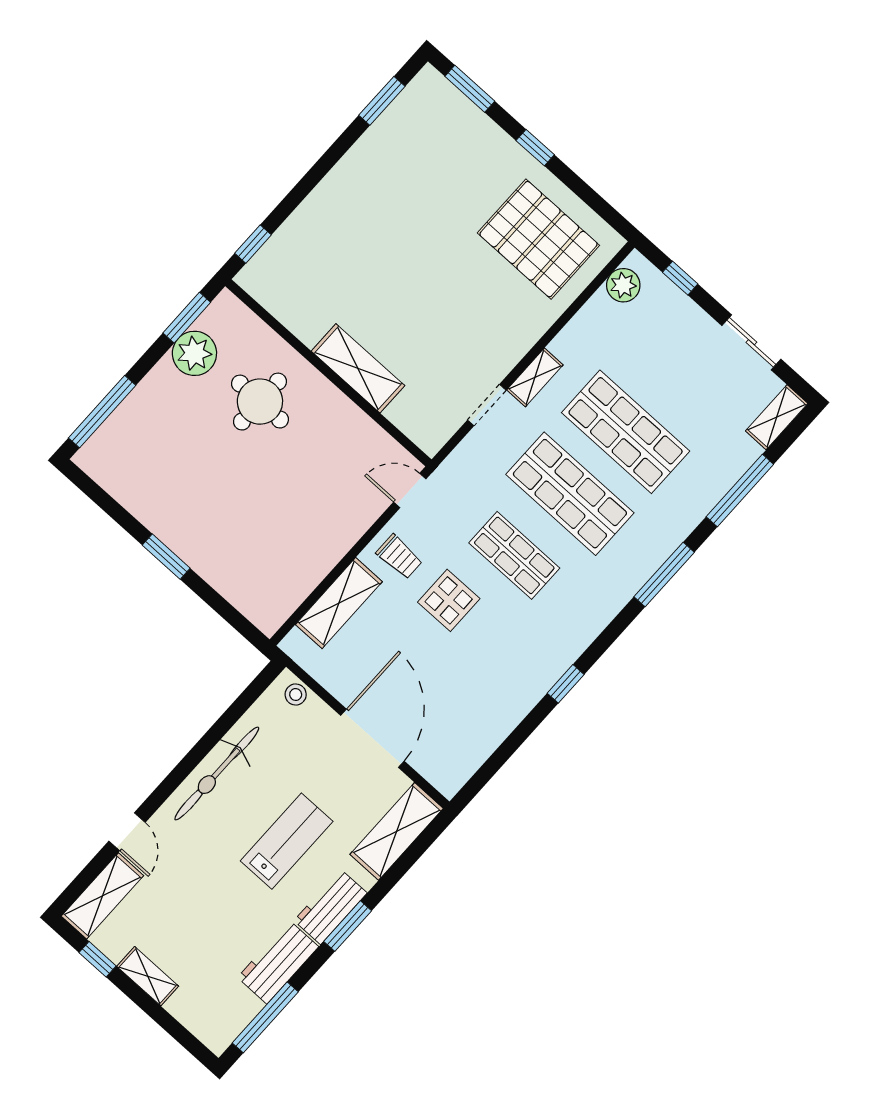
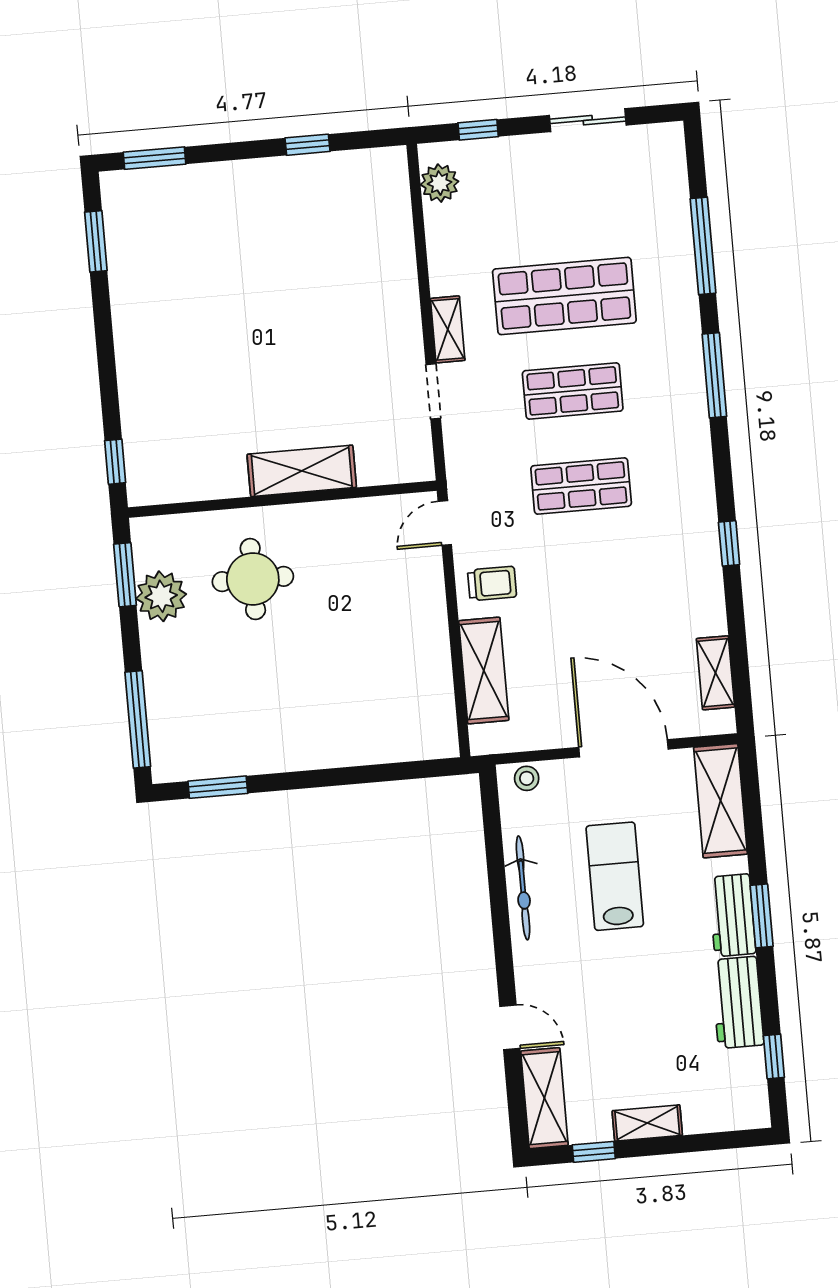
window: (535, 148) -> (308, 145), moved
pallet: (538, 239) -> (335, 218), removed
shelving: (777, 417) -> (715, 673), moved
shop shelf: (570, 494) -> (573, 391), width x0.70, depth x0.74
window: (166, 557) -> (218, 787), moved
display table: (449, 600) -> (567, 576), removed
bicycle: (217, 773) -> (523, 888), width x0.73, depth x0.71
lab bench: (287, 841) -> (615, 876), moved
window: (265, 1017) -> (774, 1057), width x0.46

